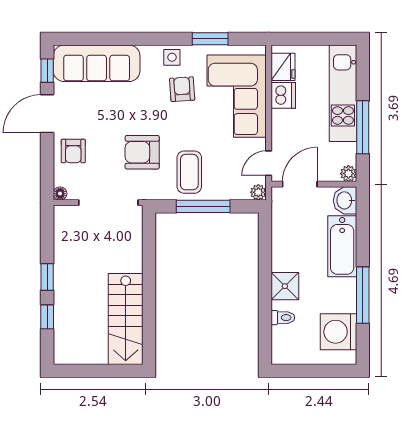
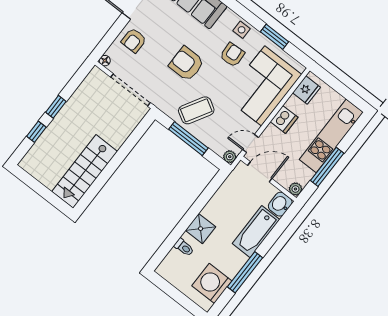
dishwasher: (283, 95) -> (284, 119), moved
armchair: (142, 152) -> (186, 64), moved
coffee table: (189, 172) -> (196, 110), turned 30

